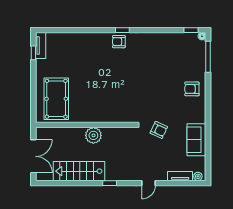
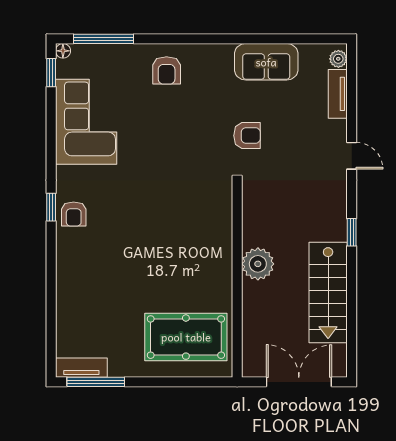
corner sofa: (166, 48) -> (86, 122), added
window: (33, 53) -> (96, 382), width x2.17
armchair: (159, 130) -> (247, 136), turned 65

